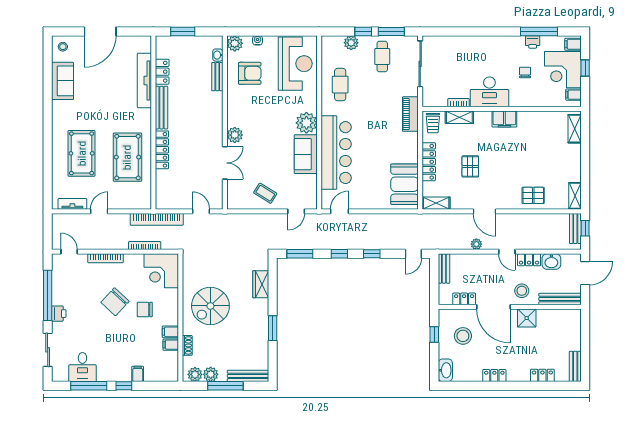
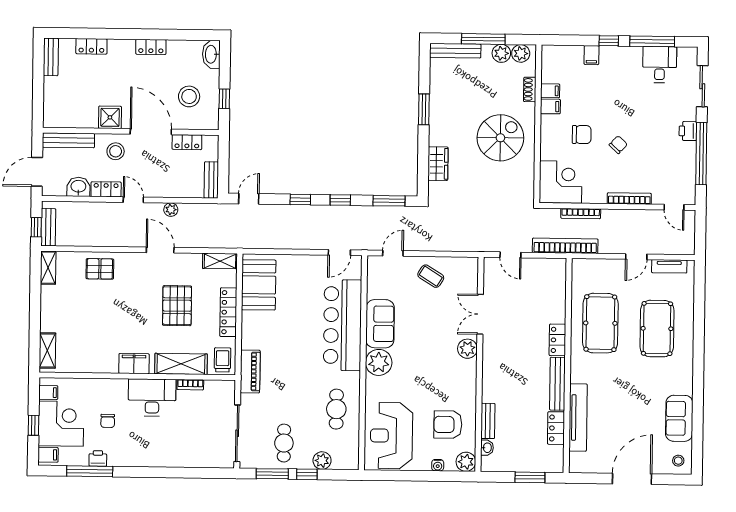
shelving: (459, 117) -> (181, 364), width x1.50, depth x1.33
locker: (162, 150) -> (557, 340), width x0.66
pallet: (470, 166) -> (177, 306), width x1.50, depth x1.42
chair: (115, 302) -> (618, 145), width x0.54, depth x0.54

